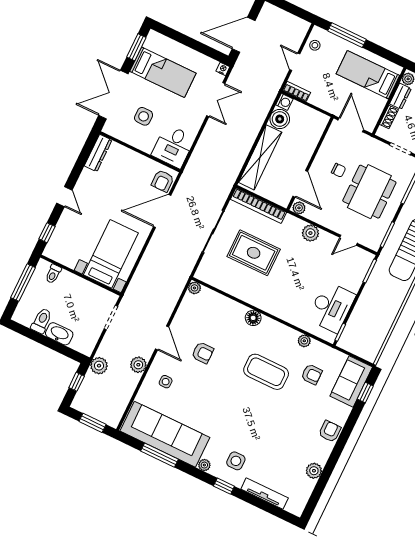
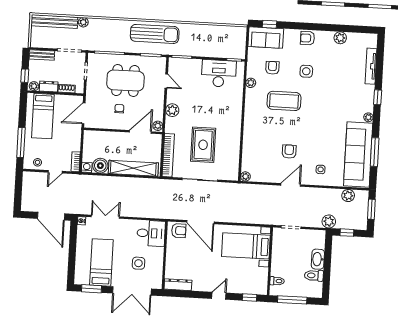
floor lamp: (253, 318) -> (249, 126), removed
plant: (138, 365) -> (348, 196), moved
coffee table: (266, 372) -> (284, 101), turned 90
side table: (236, 461) -> (306, 71), moved

